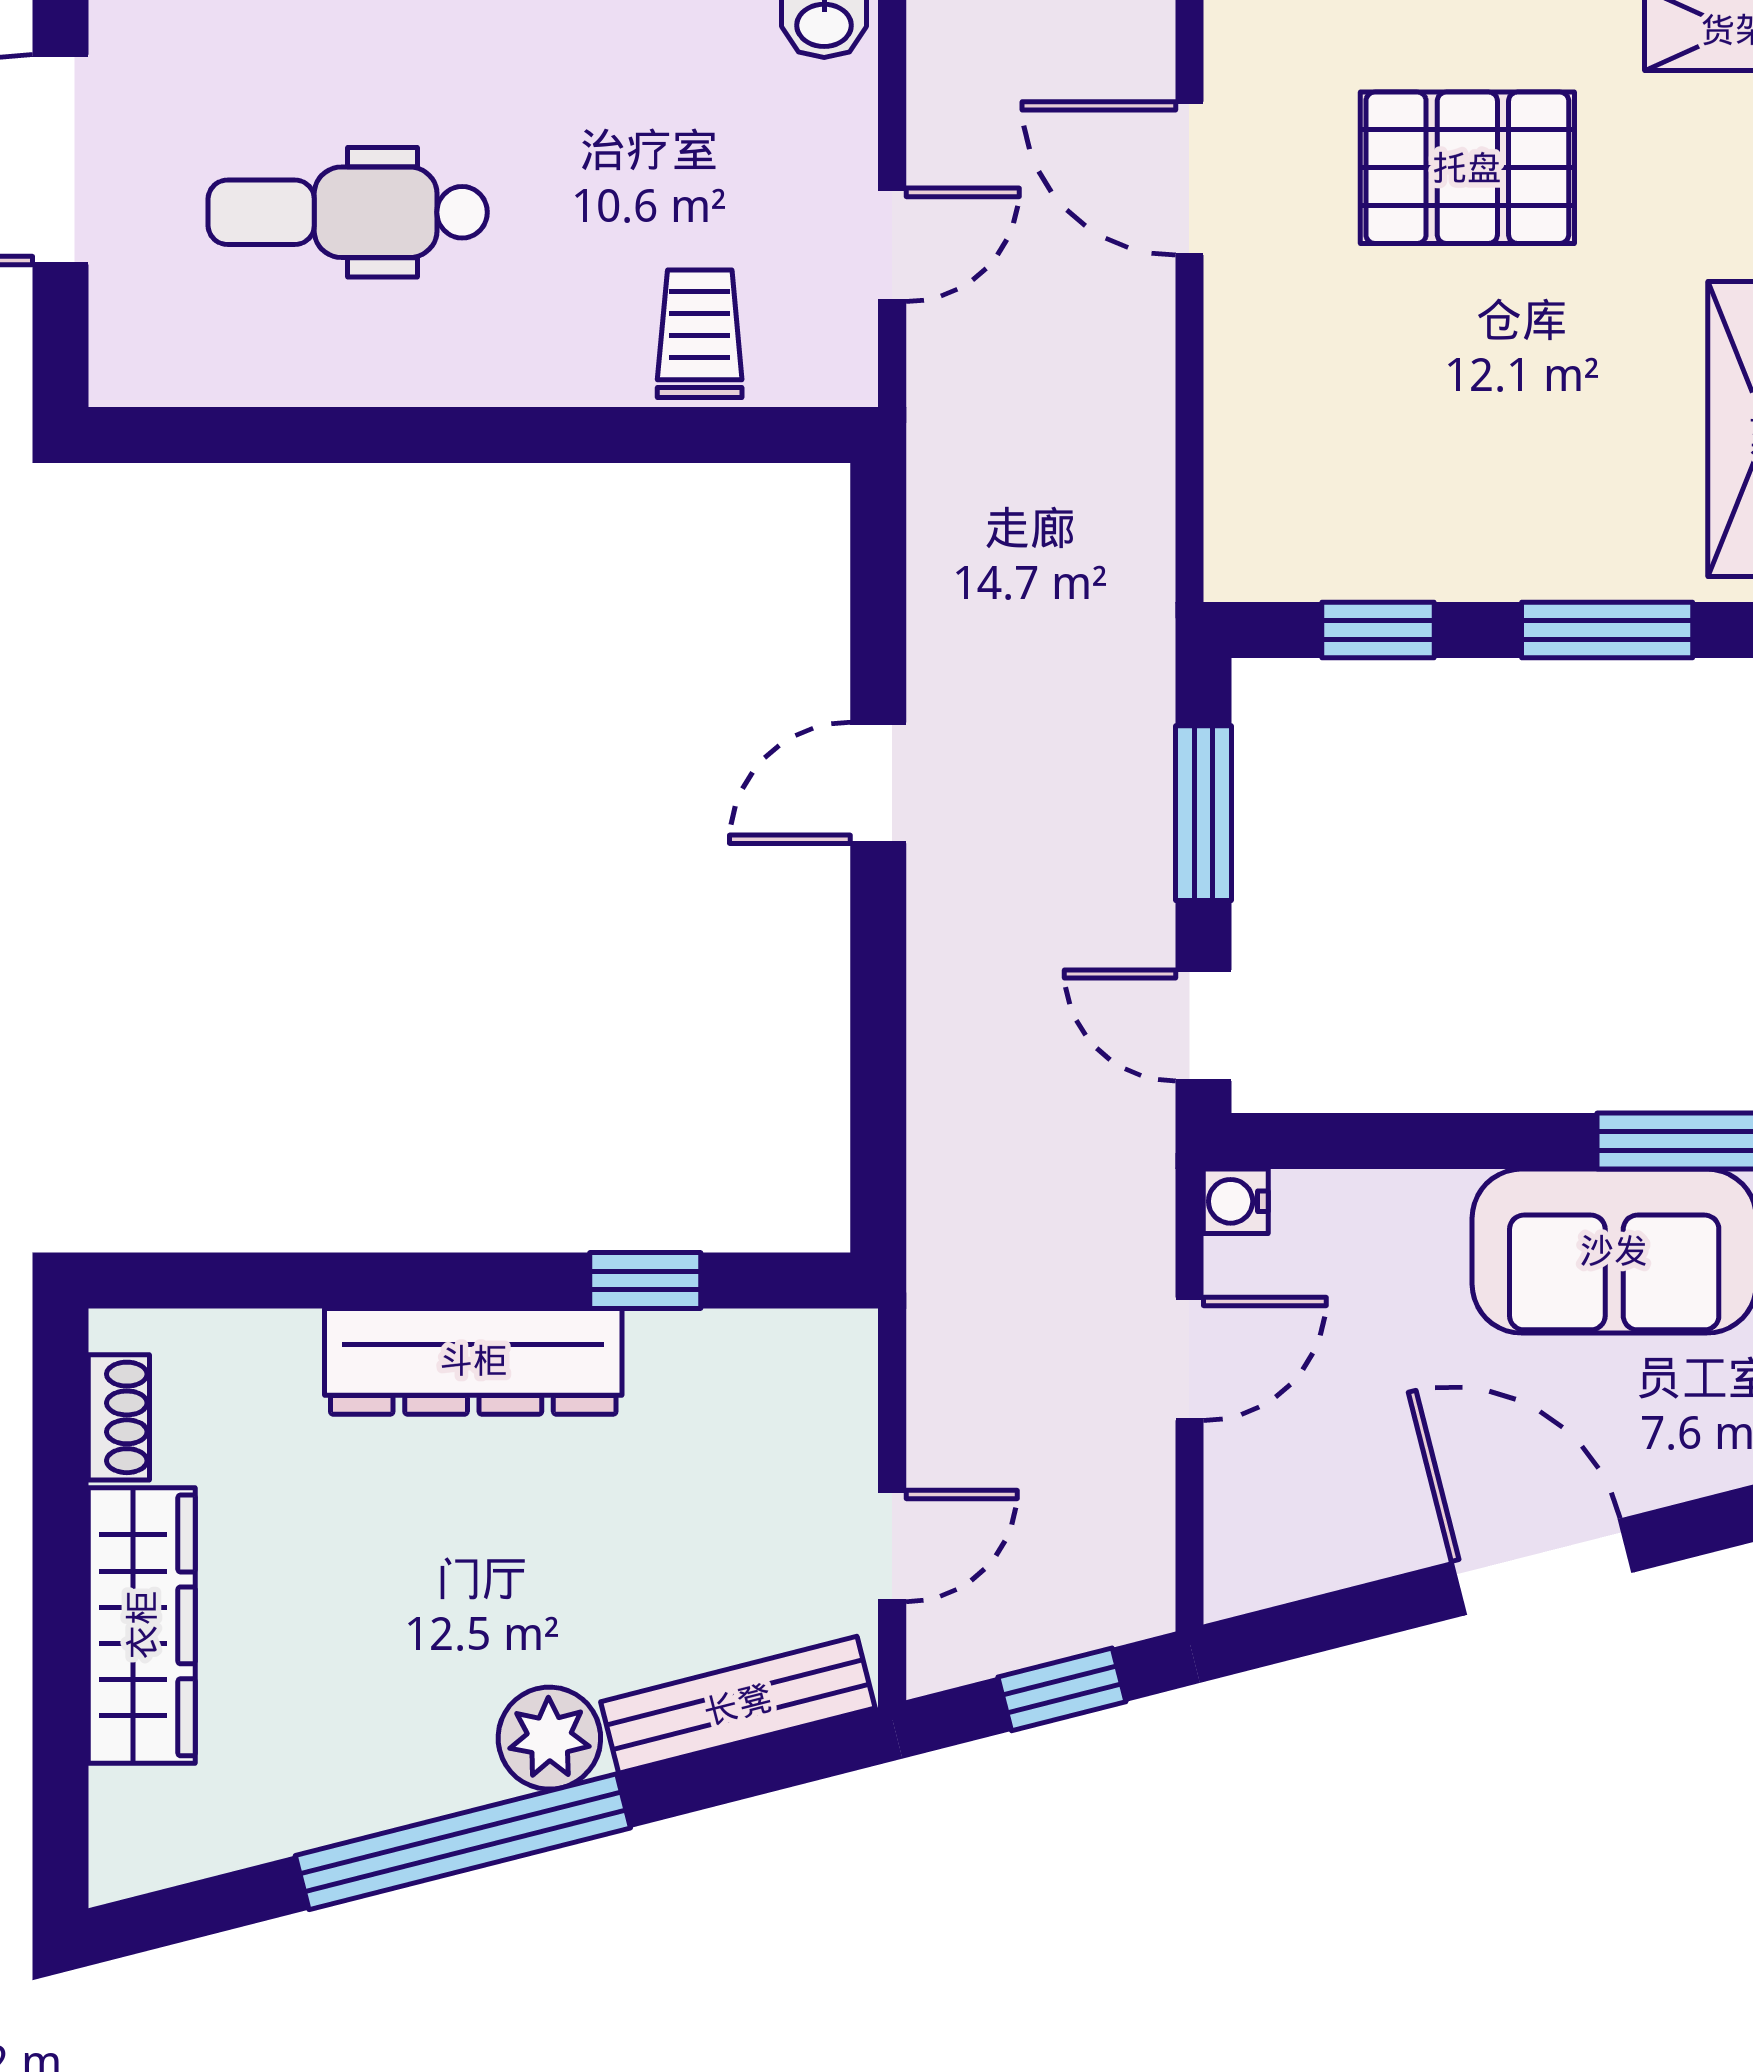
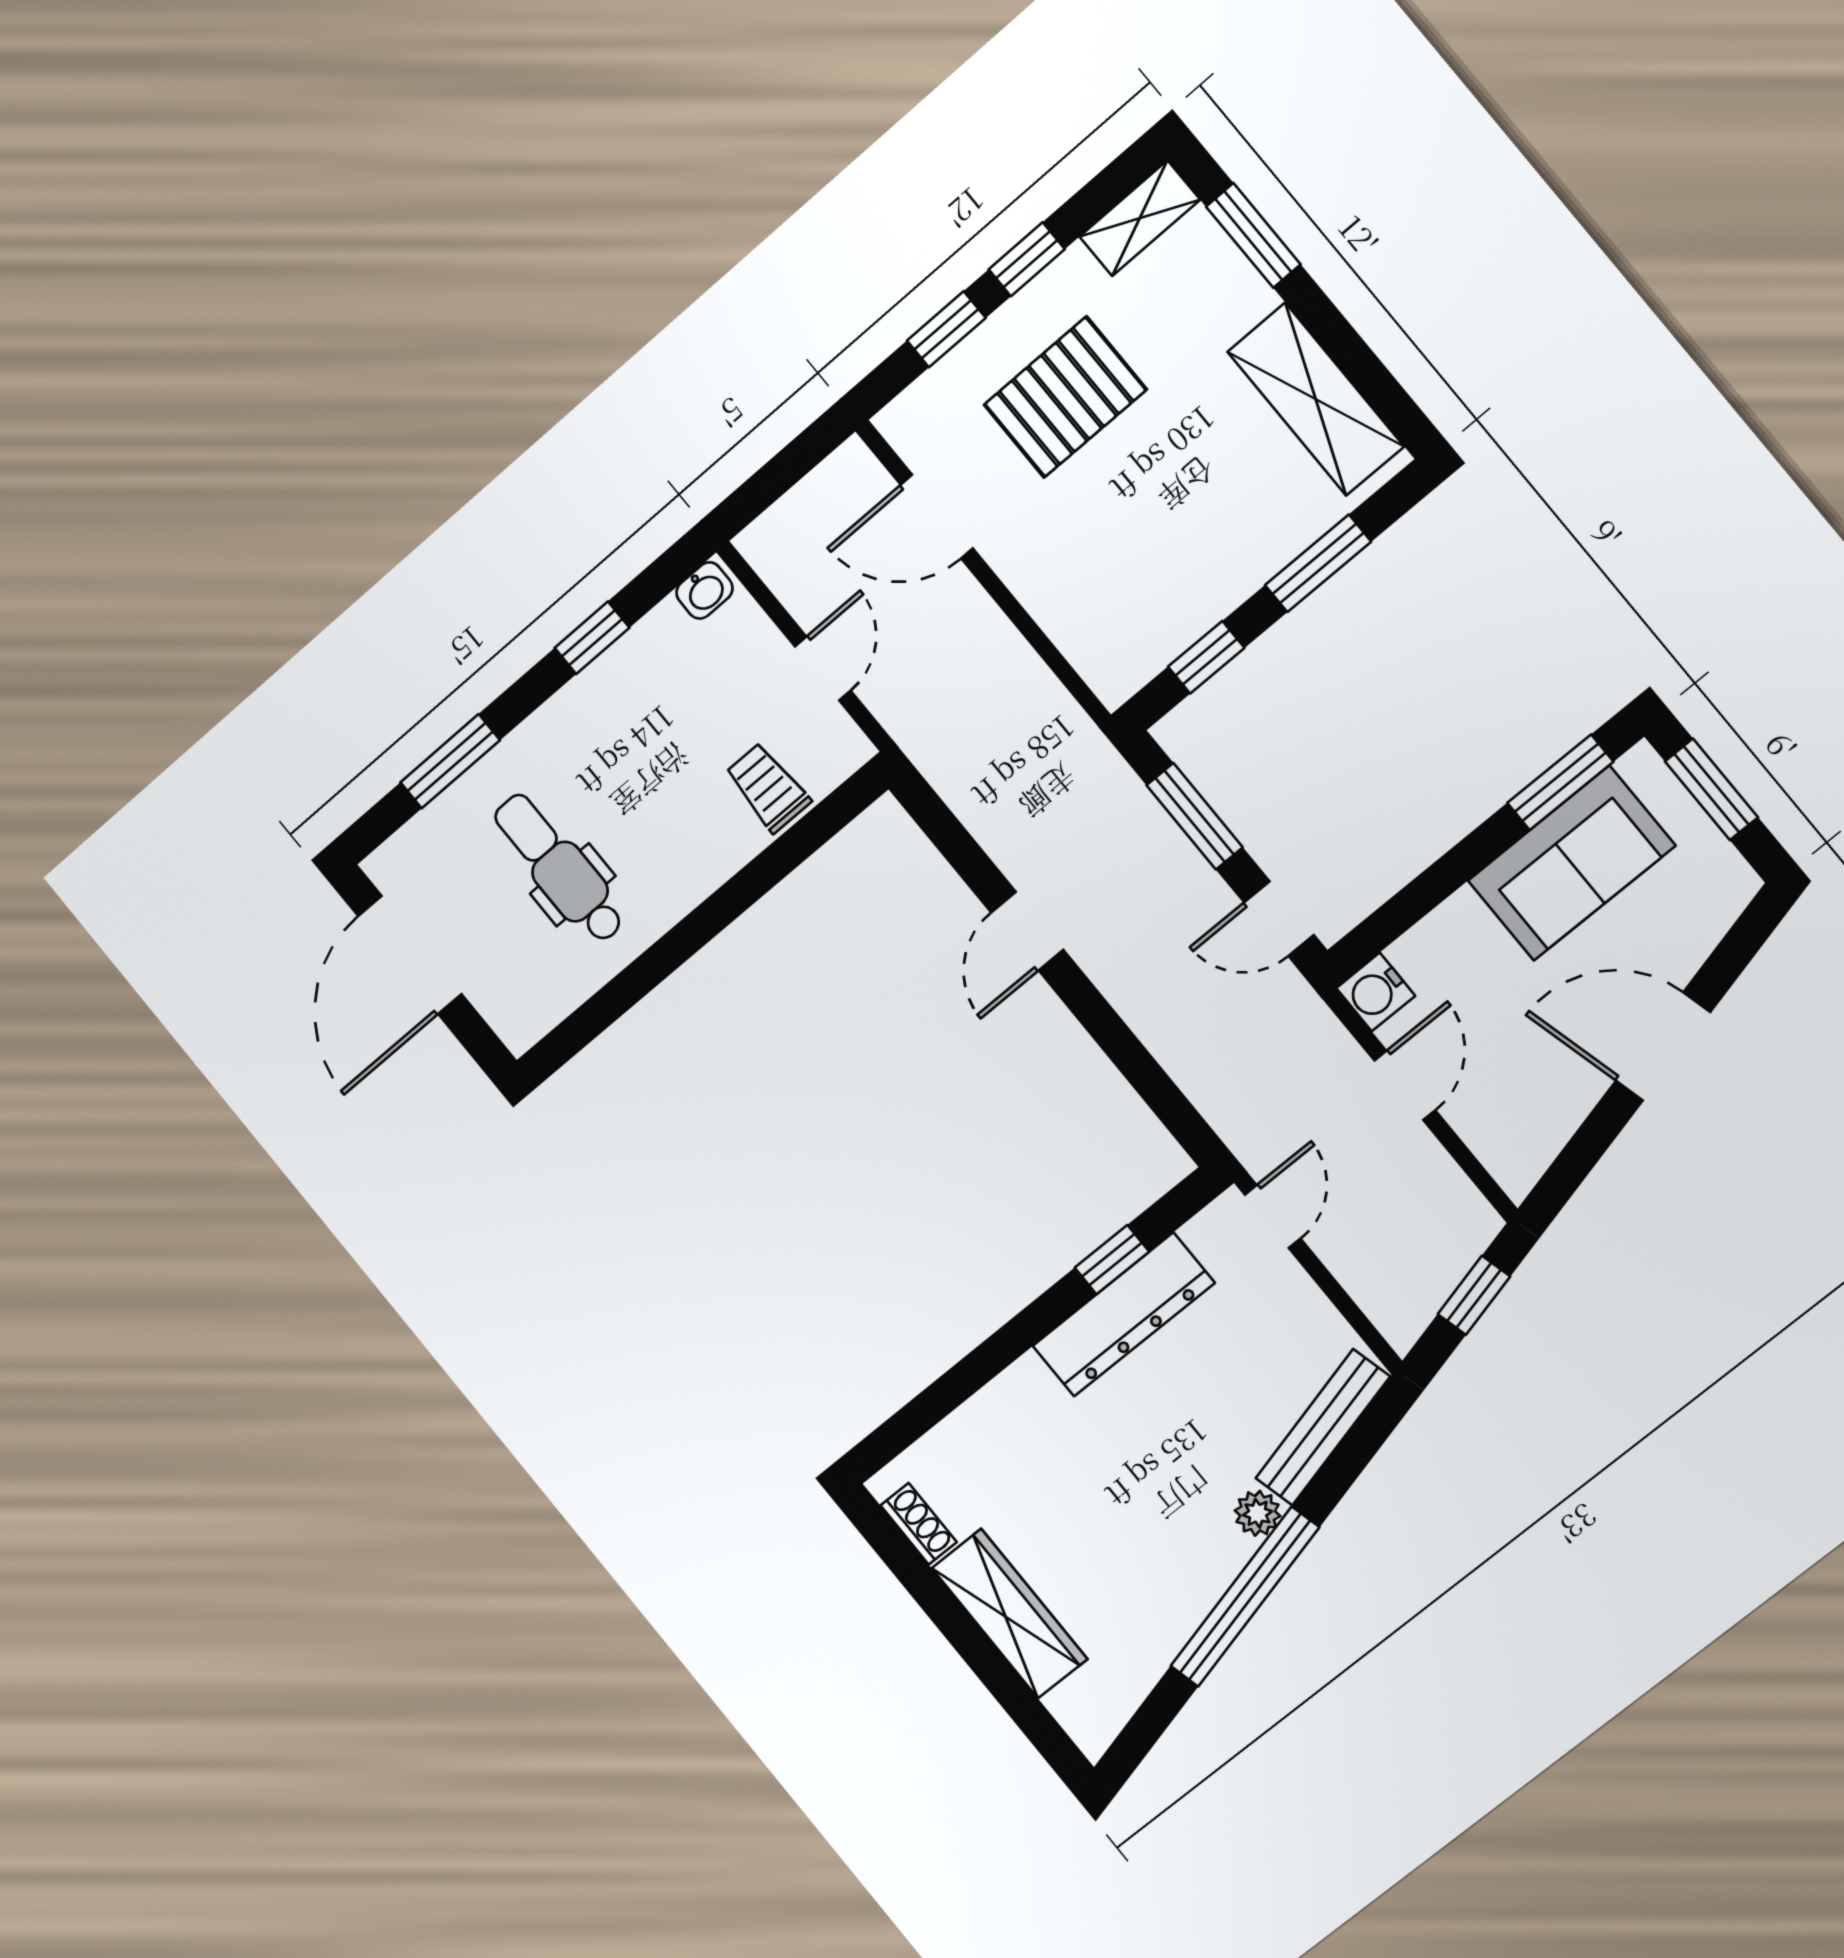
dental chair: (348, 212) -> (559, 868), turned 90
water cooler: (1236, 1201) -> (1376, 992), width x1.38, depth x1.38
dresser: (473, 1361) -> (1124, 1314), moved
door: (892, 1546) -> (1273, 1217), moved
plant: (549, 1738) -> (1258, 1513), width x0.73, depth x0.73

